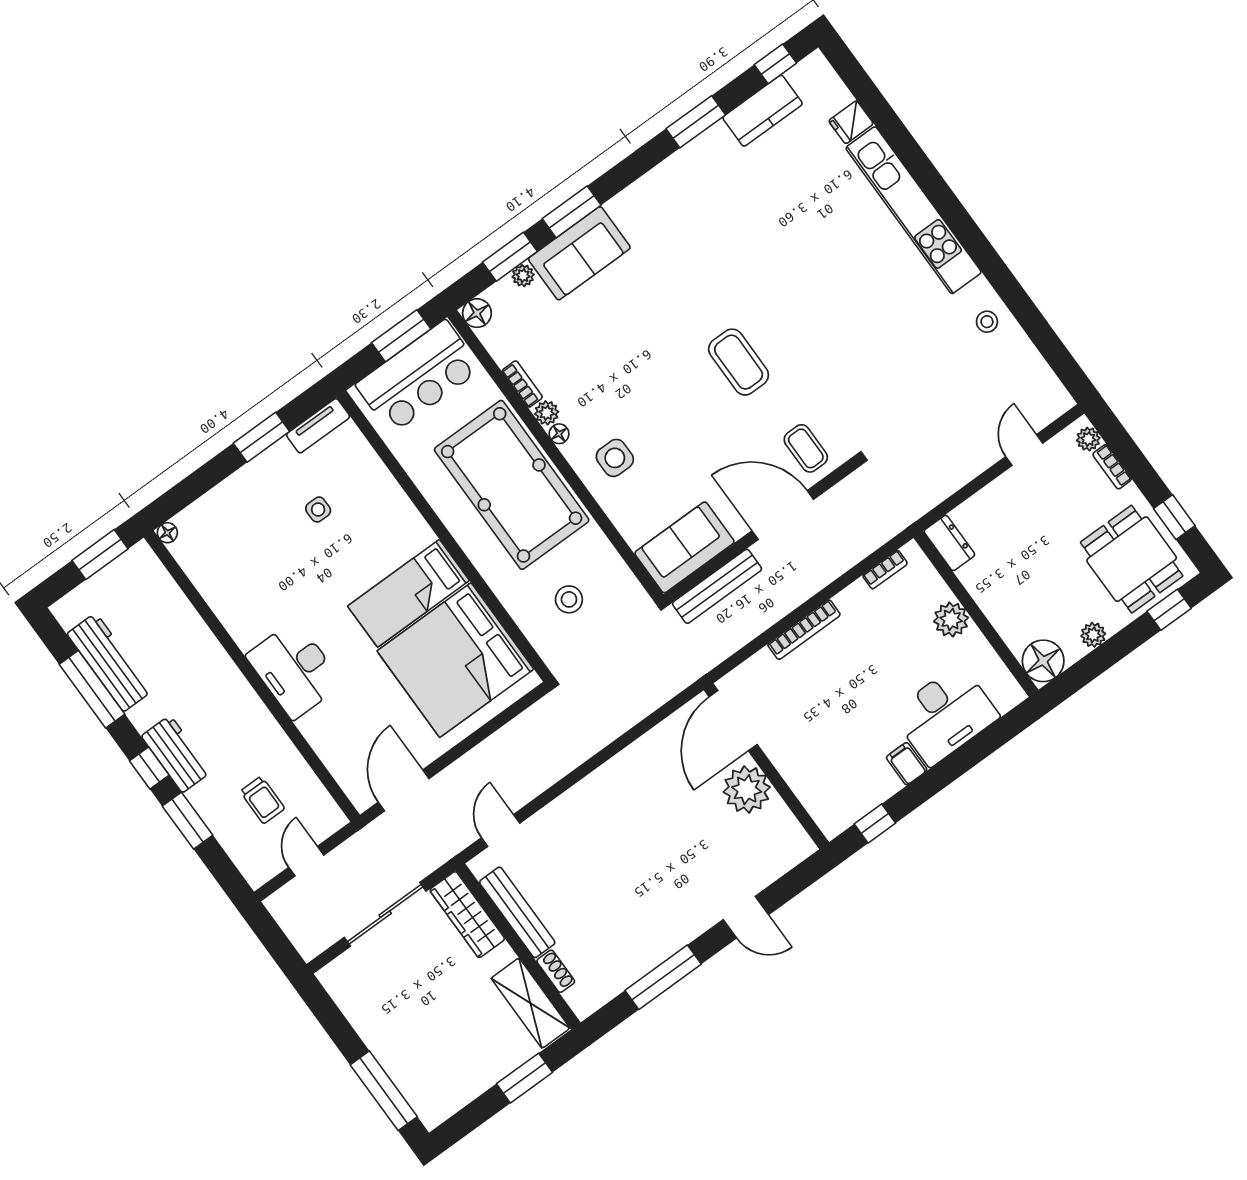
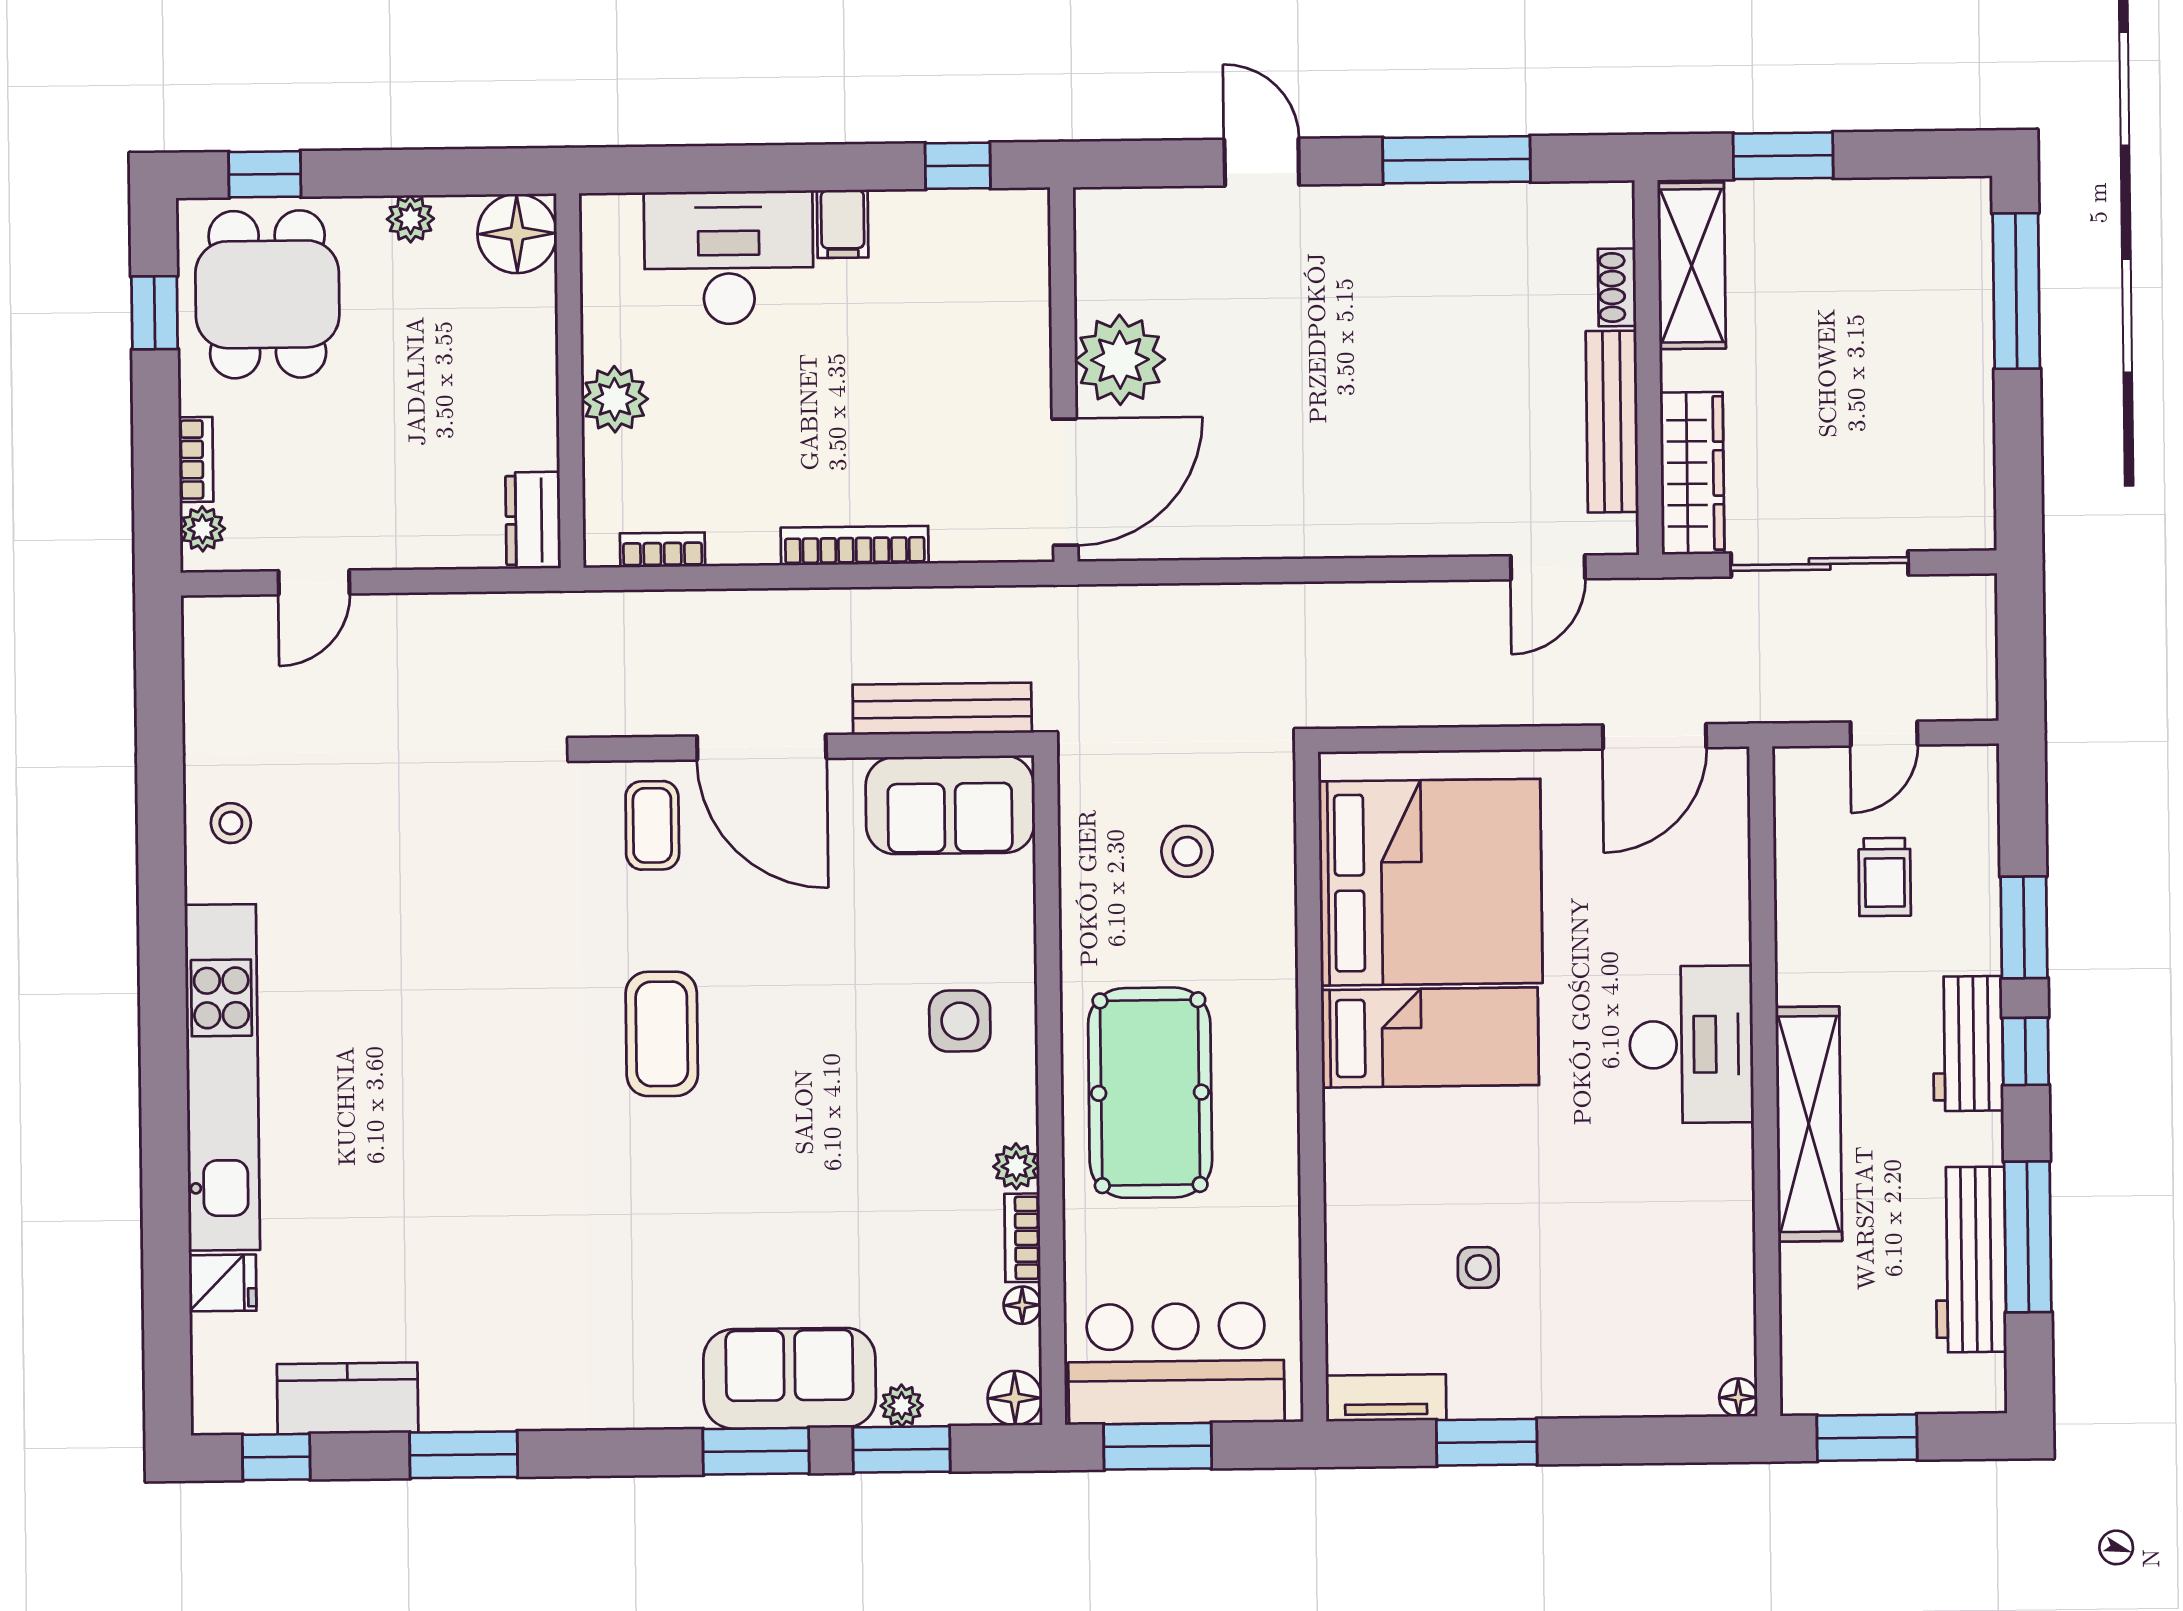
floor lamp: (559, 434) -> (1022, 1305), moved
pool table: (512, 485) -> (1150, 1093), width x0.73, depth x0.76
shelving: (220, 671) -> (1809, 1124), added
trolley: (262, 800) -> (1885, 877), turned 180

